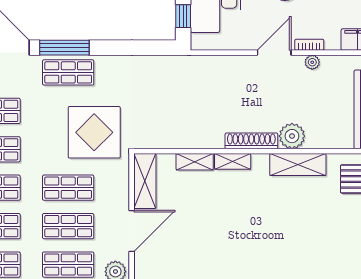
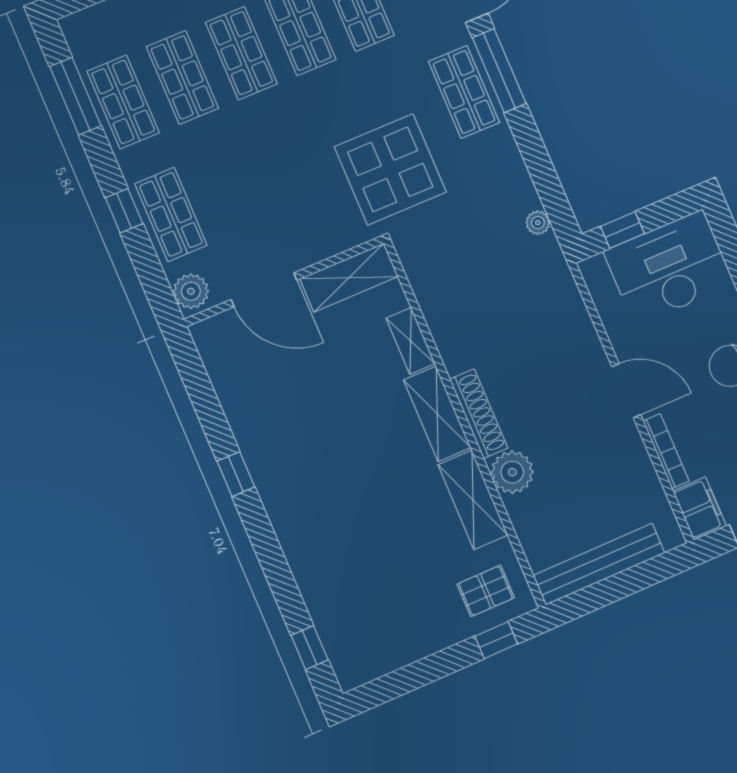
bookcase: (309, 45) -> (666, 451), width x1.56
plant: (312, 62) -> (538, 223), moved
shelving: (233, 161) -> (437, 414), width x1.50, depth x1.33
shop shelf: (68, 188) -> (289, 165), removed
shop shelf: (68, 226) -> (230, 190), removed

